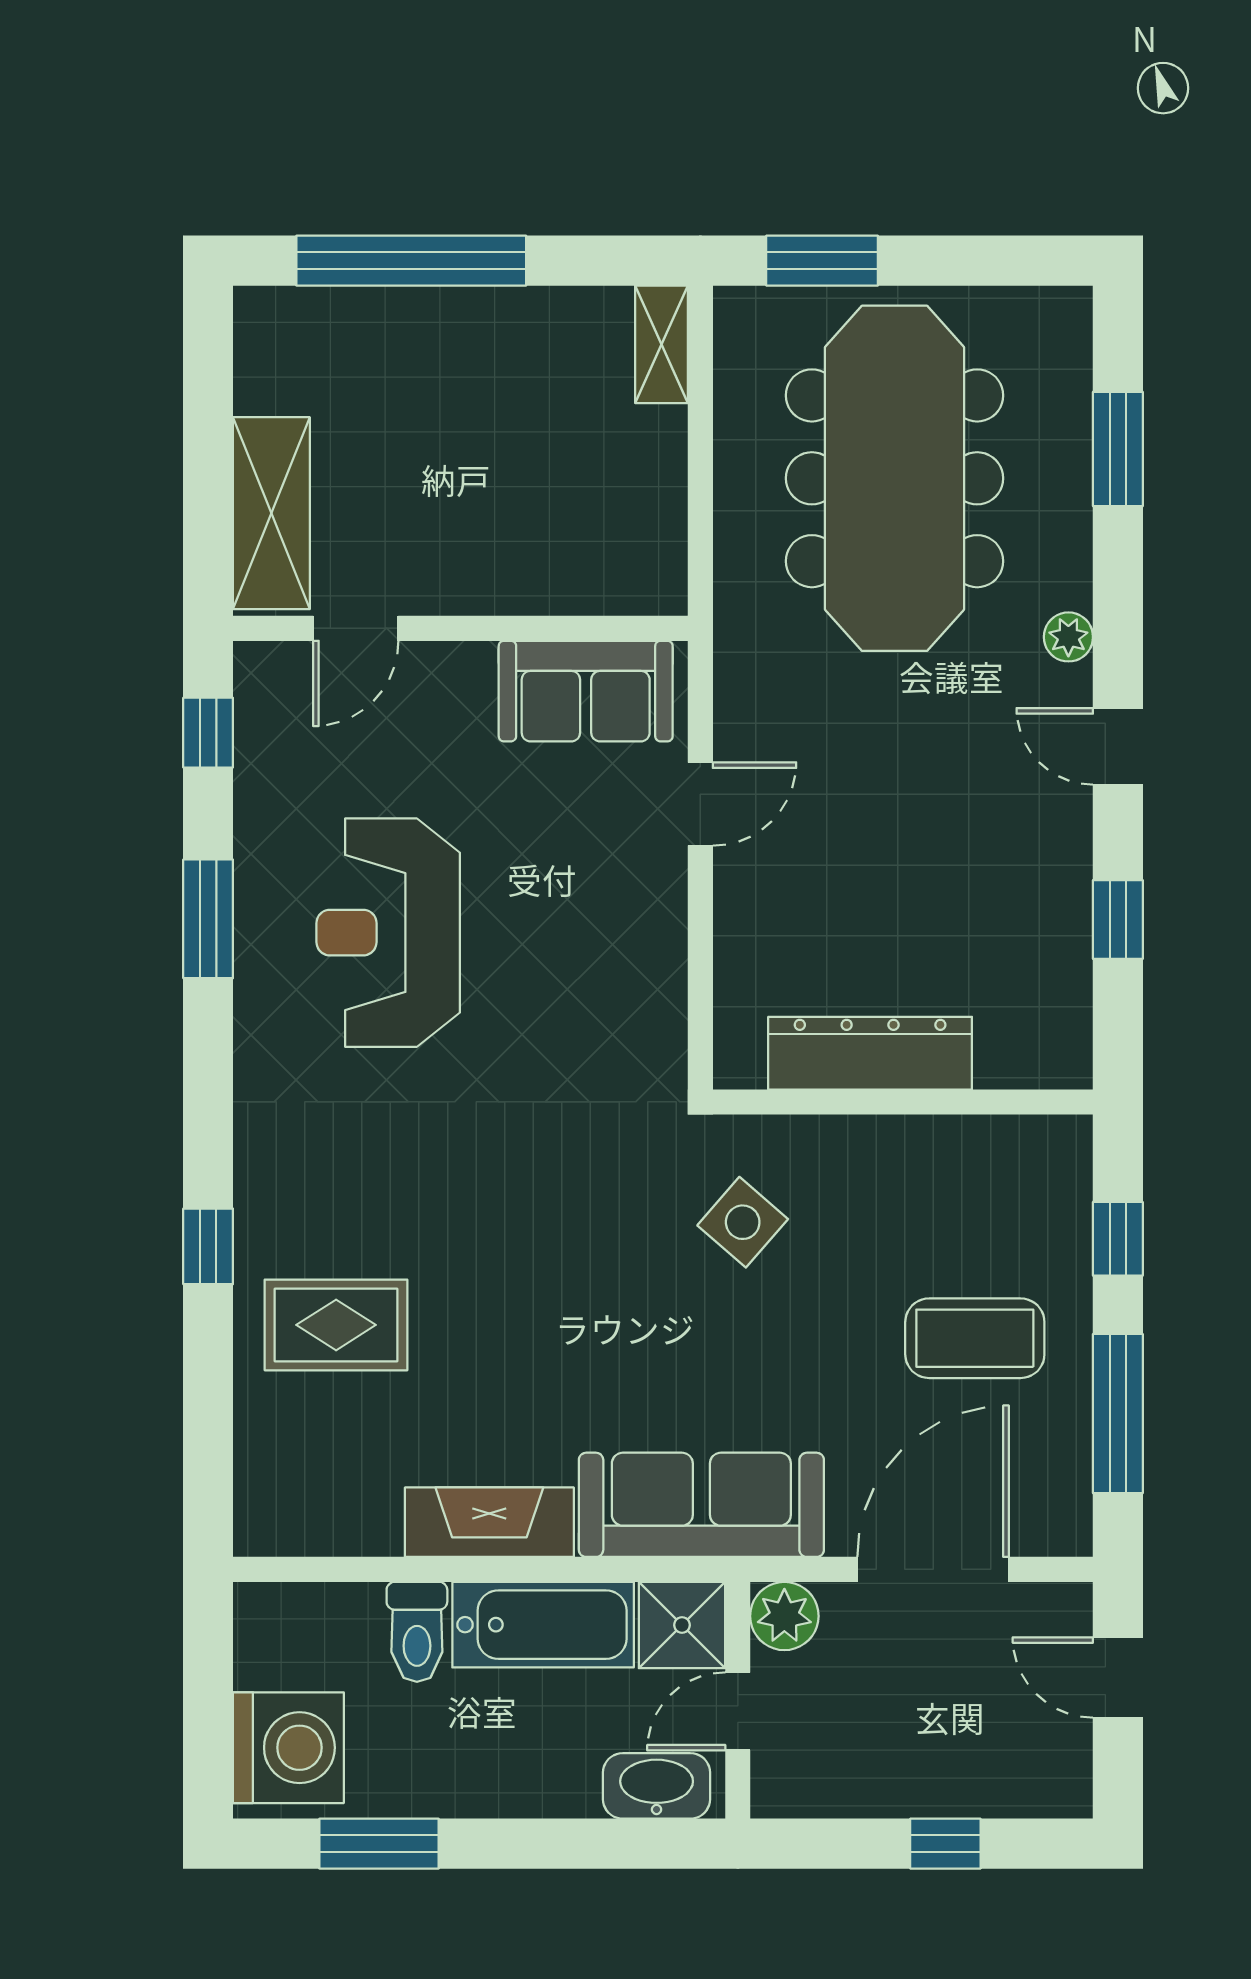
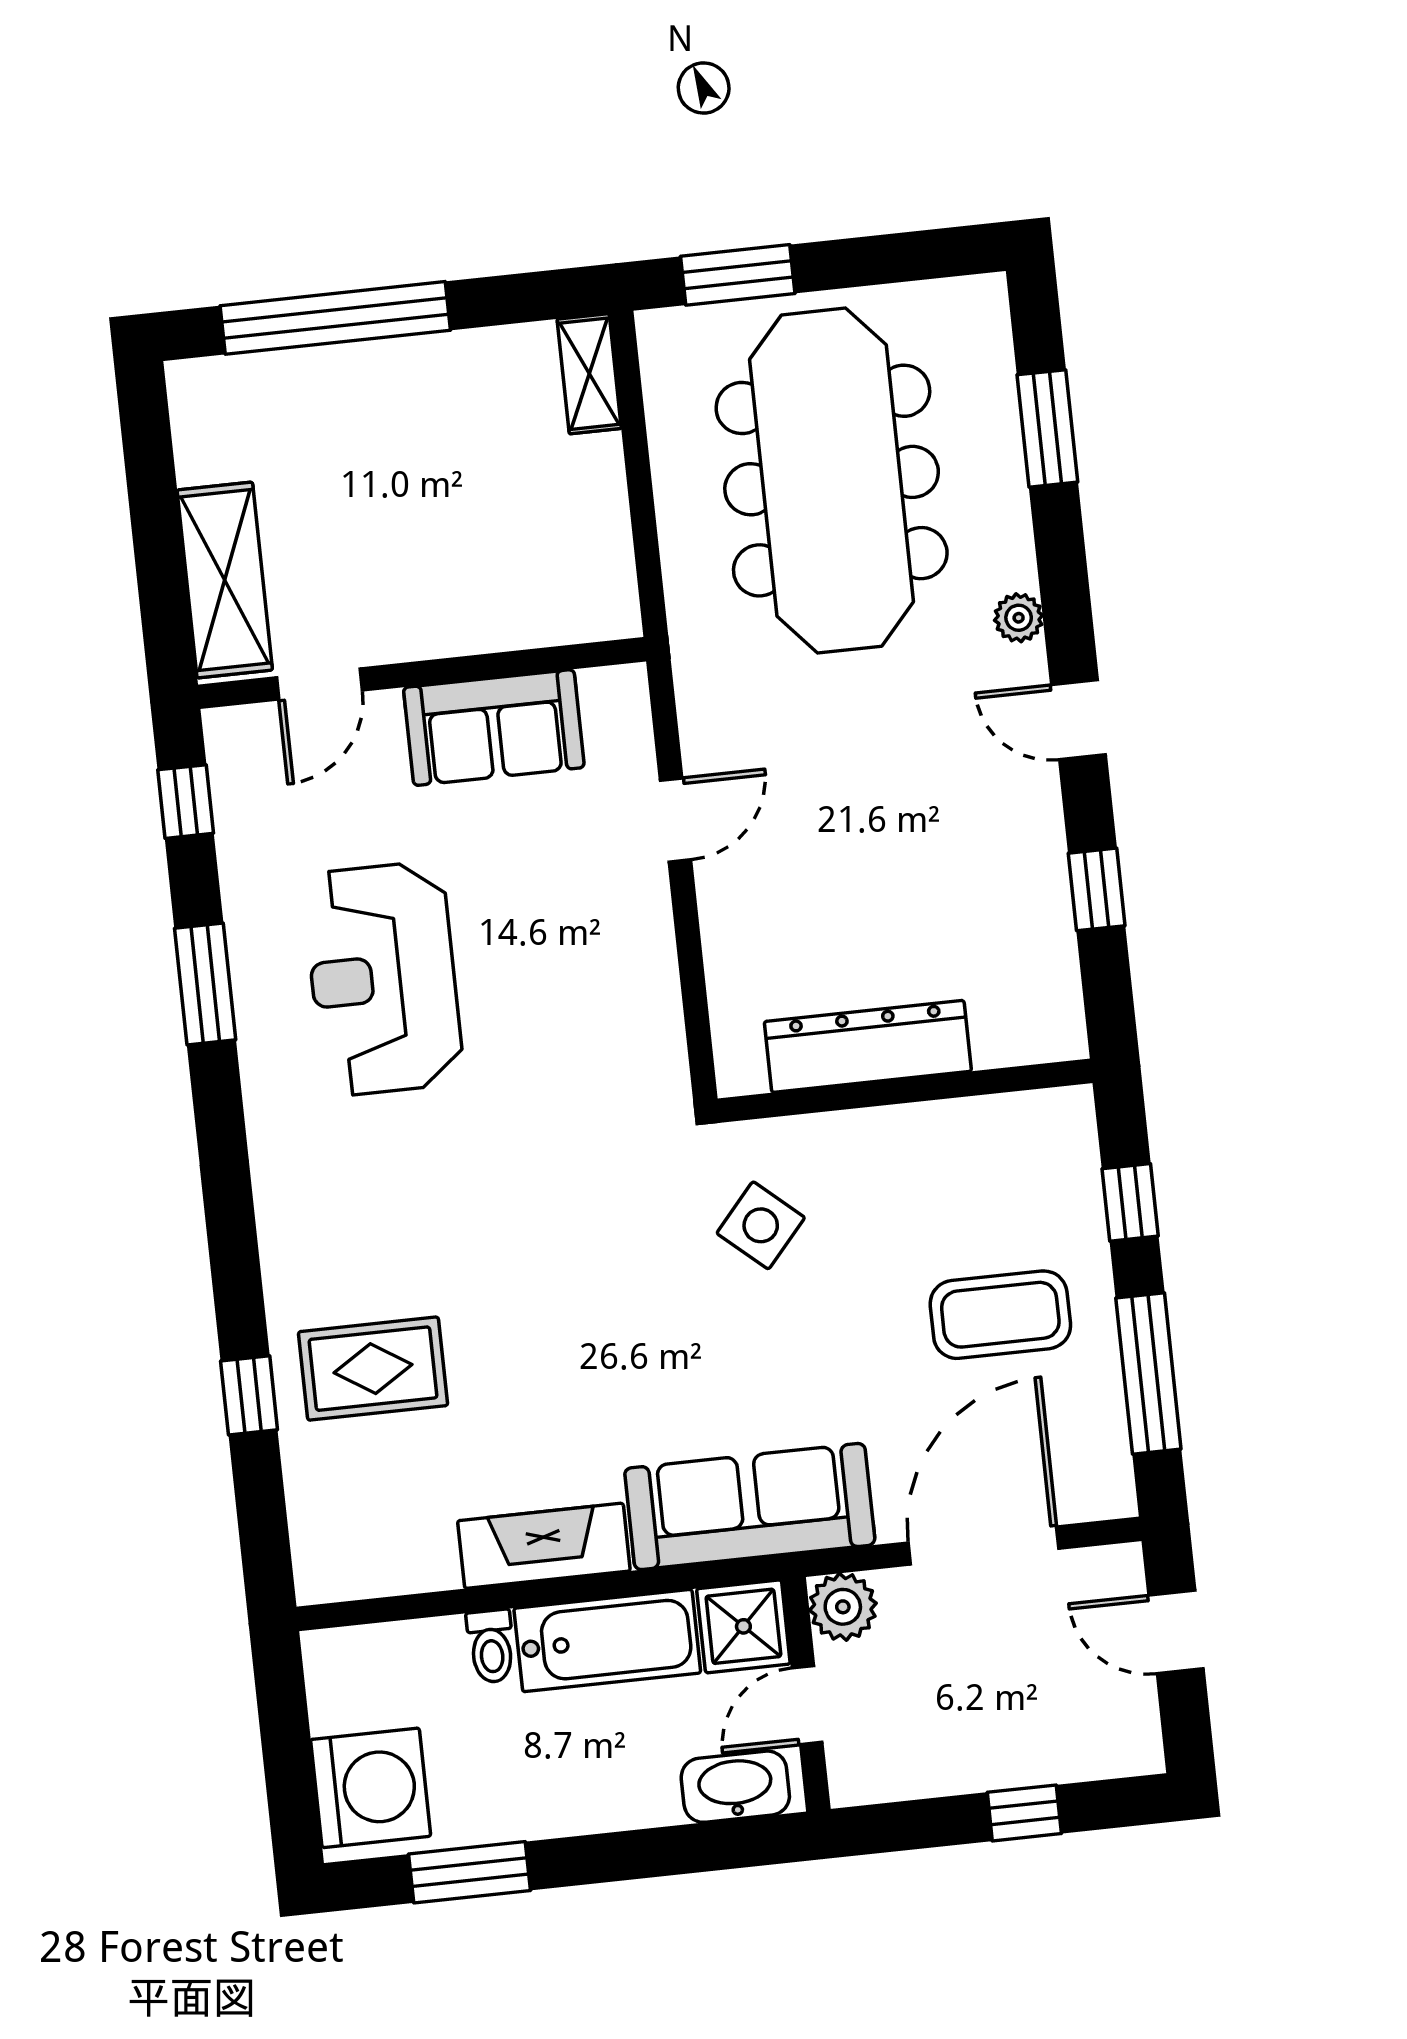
sofa: (586, 691) -> (494, 728), moved
window: (208, 1246) -> (249, 1395), moved
toilet: (417, 1632) -> (491, 1646), width x0.73, depth x0.72

